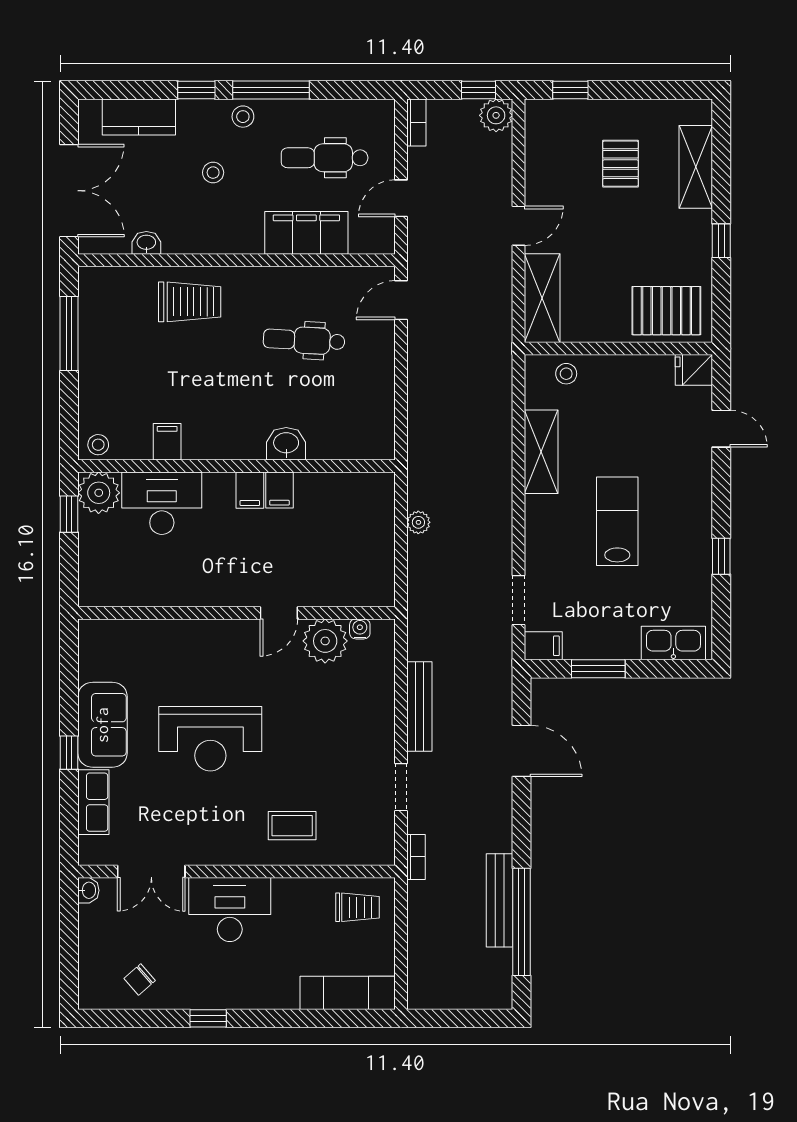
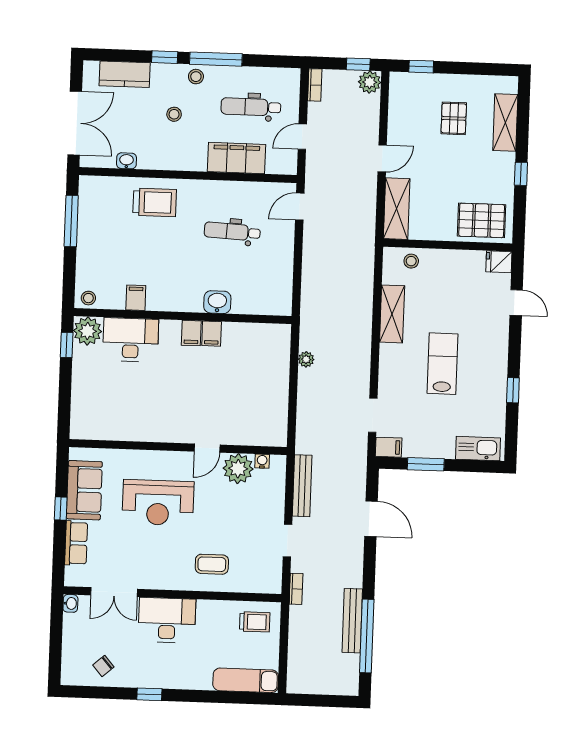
wall: (236, 613) -> (178, 447), moved
door: (279, 613) -> (207, 448), moved
water cooler: (360, 629) -> (262, 461), moved
plant: (325, 641) -> (238, 469), moved

